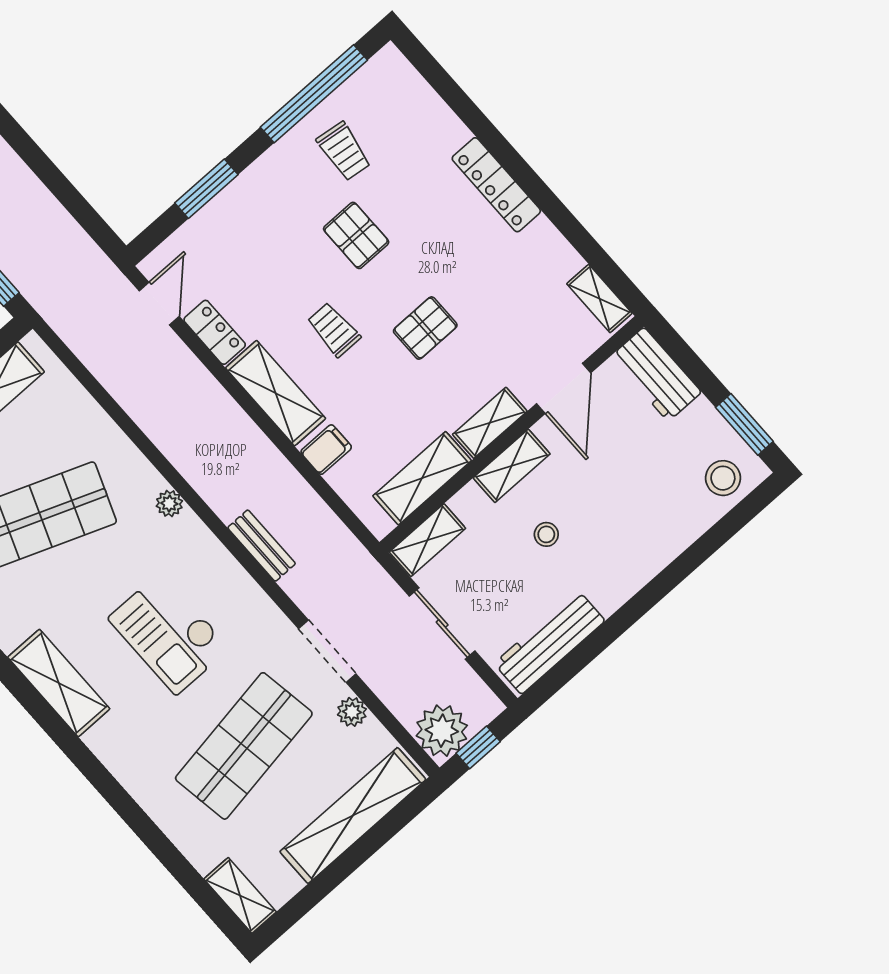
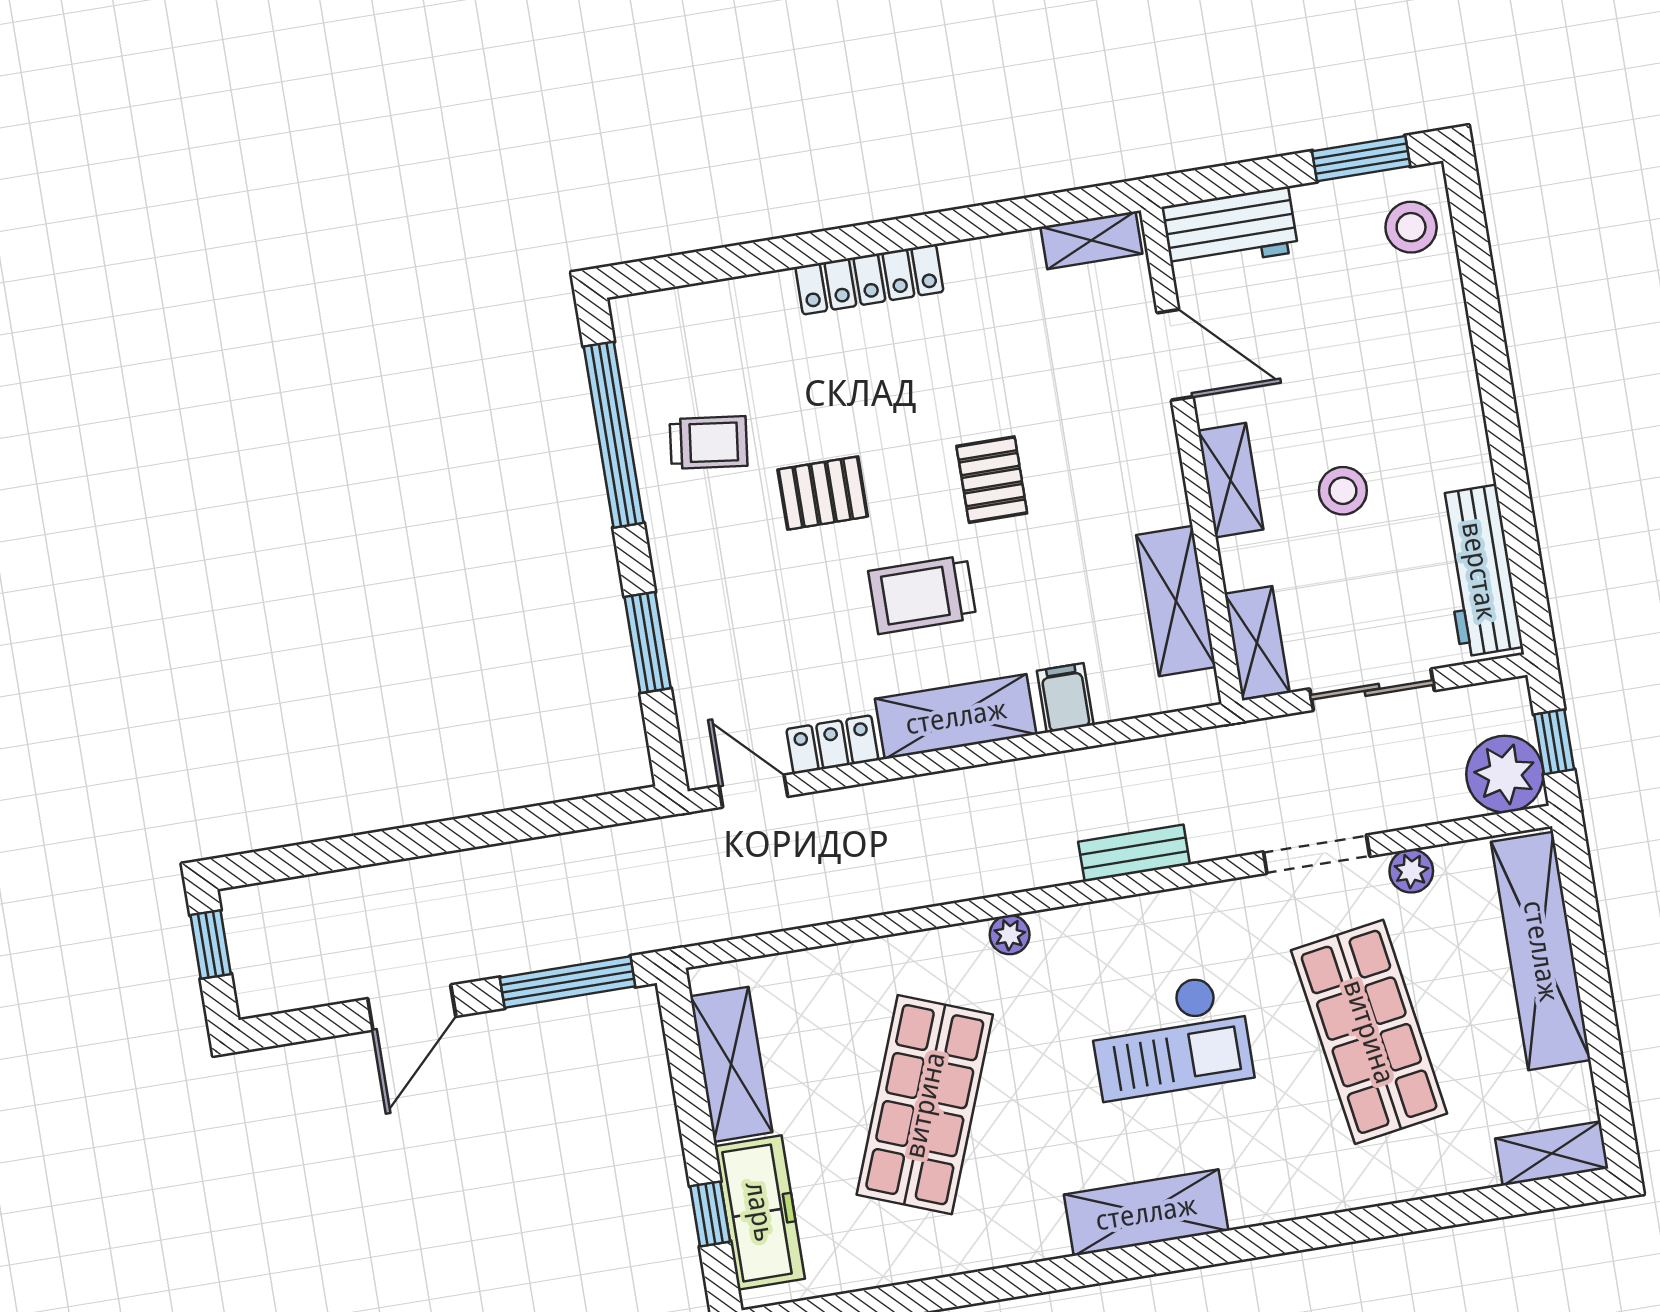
trolley: (334, 330) -> (922, 595), width x1.36, depth x1.39
shelving: (490, 423) -> (1160, 474), removed
stool: (546, 534) -> (1343, 491), width x1.37, depth x1.37

